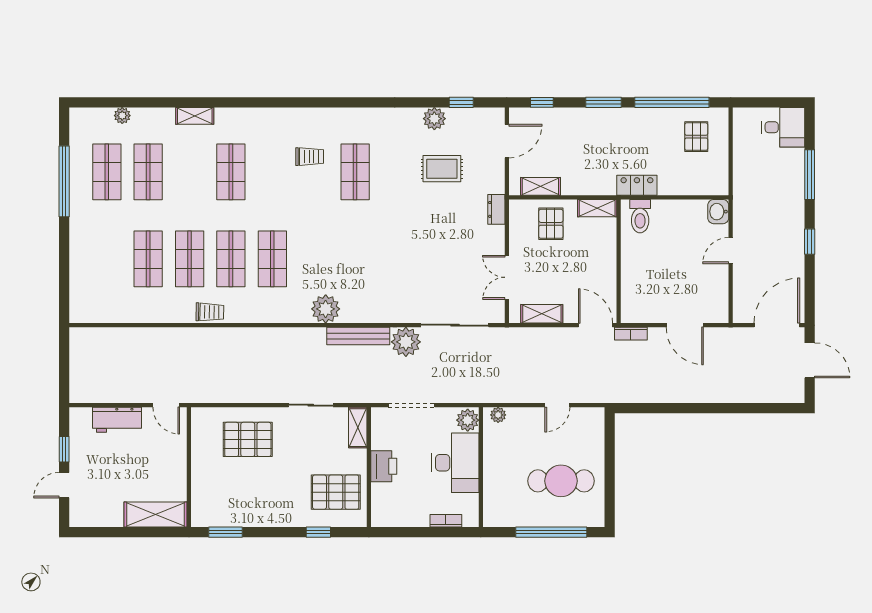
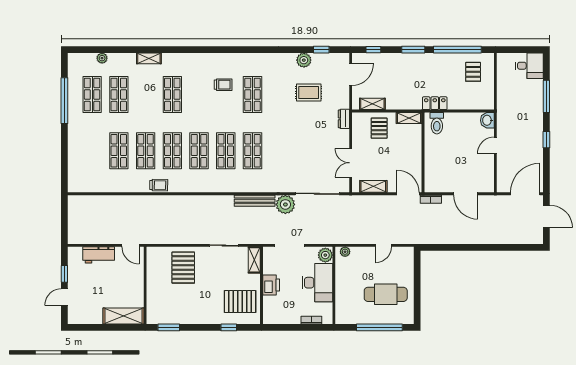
shop shelf: (314, 259) -> (226, 151), added
shop shelf: (355, 259) -> (253, 151), added
plant: (326, 309) -> (233, 183), removed
pallet: (248, 439) -> (183, 268), turned 90

